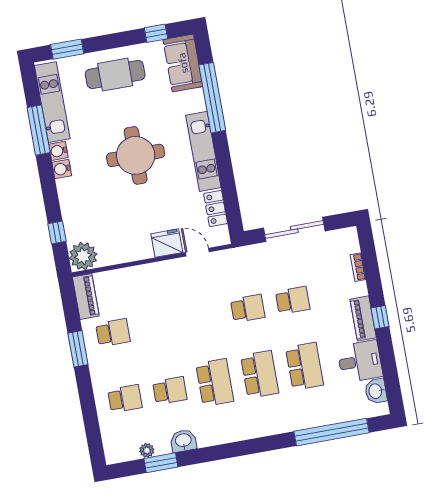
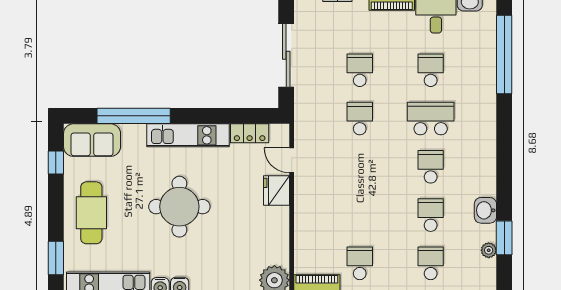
door: (197, 252) -> (292, 160), hinge flipped
school desk: (305, 366) -> (431, 70), width x0.54
school desk: (215, 382) -> (431, 167), width x0.54

